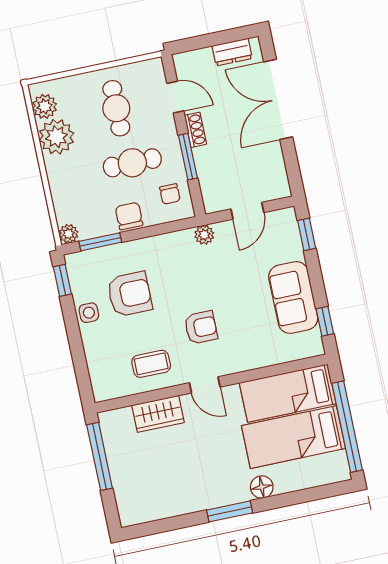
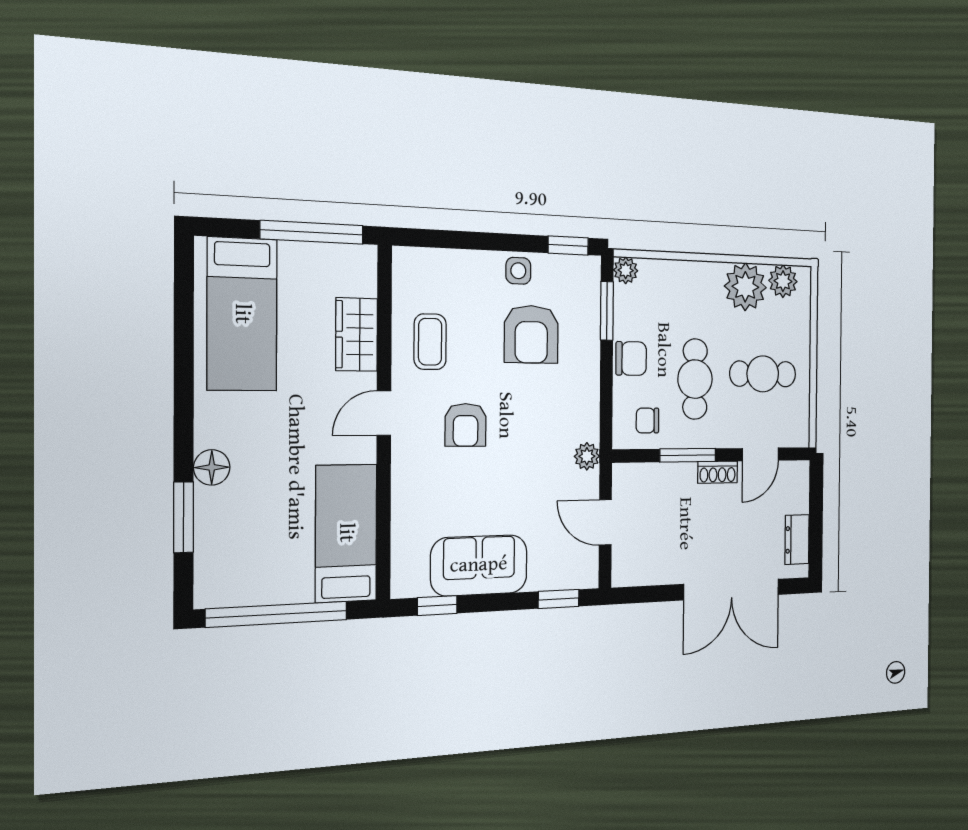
double door: (278, 99) -> (732, 589), swing flipped
bed: (293, 437) -> (242, 314), moved, turned 180
window: (230, 511) -> (184, 517), moved

